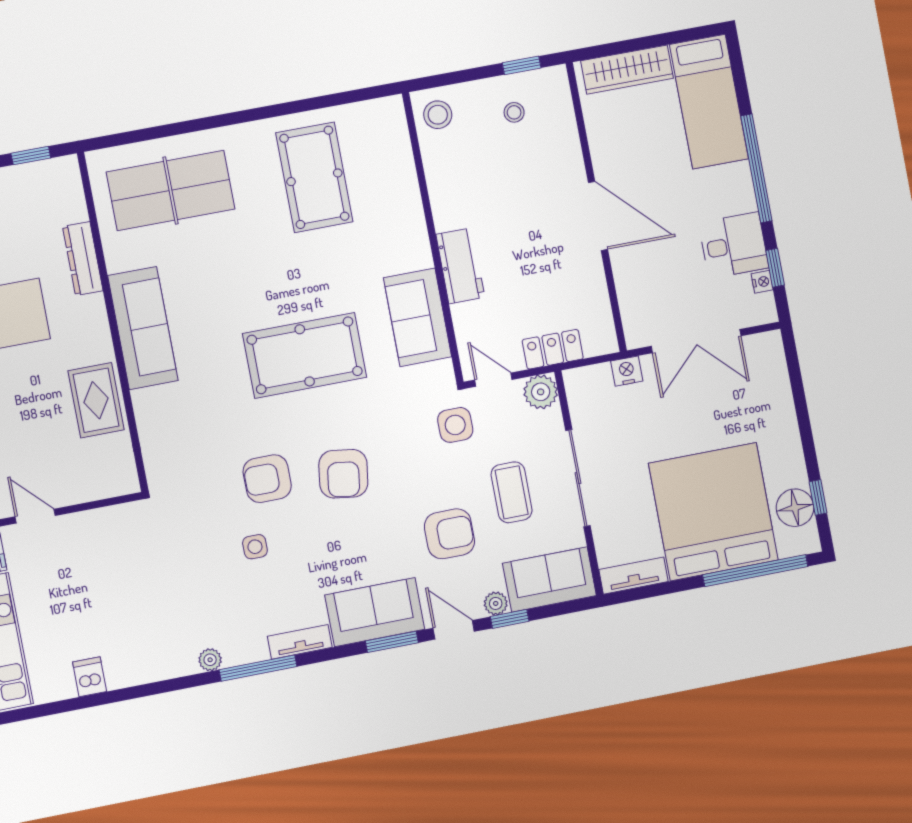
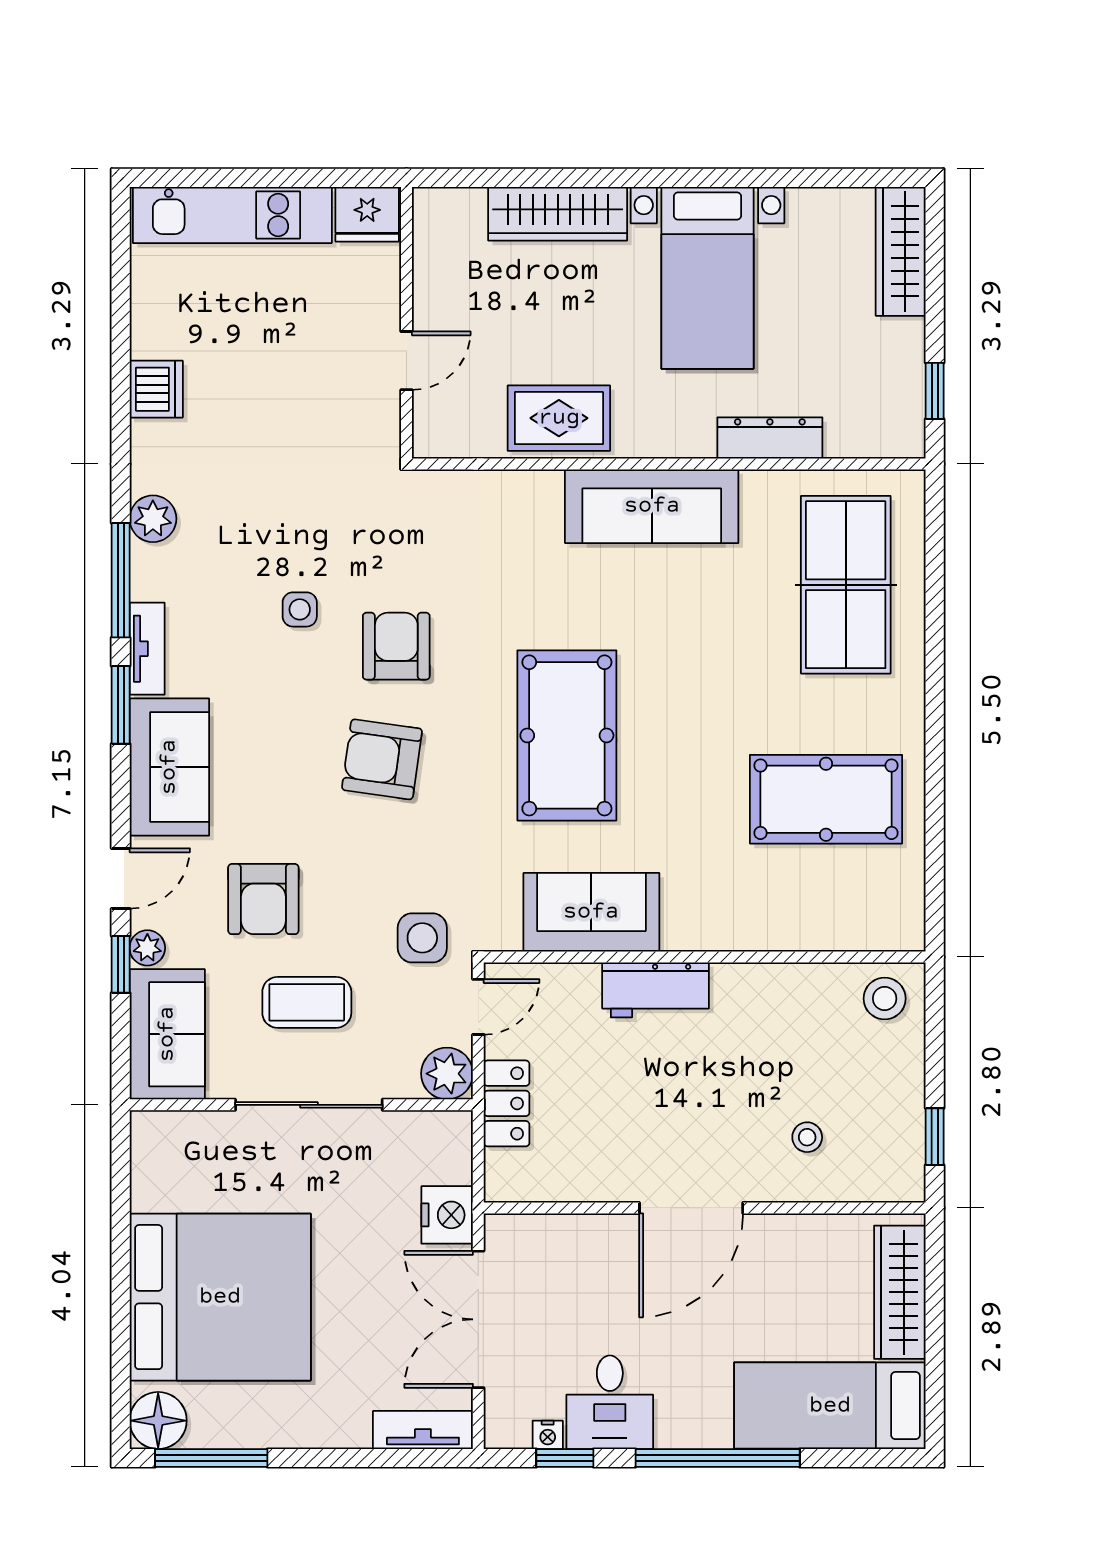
stool: (514, 112) -> (807, 1137), moved
nightstand: (627, 371) -> (447, 1215), width x1.36, depth x1.33
window: (818, 497) -> (211, 1458), width x2.17
floor lamp: (795, 508) -> (158, 1421), moved
door: (35, 516) -> (407, 361), moved
window: (755, 571) -> (121, 1343), removed
tv unit: (633, 576) -> (423, 1430), moved, turned -90
window: (392, 642) -> (121, 705), moved
plant: (210, 660) -> (153, 519), width x1.38, depth x1.38
dishwasher: (90, 677) -> (156, 389), moved, width x1.38

